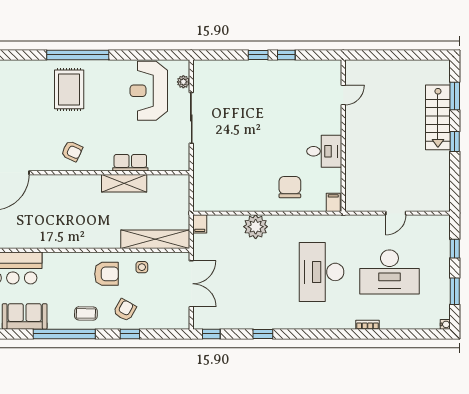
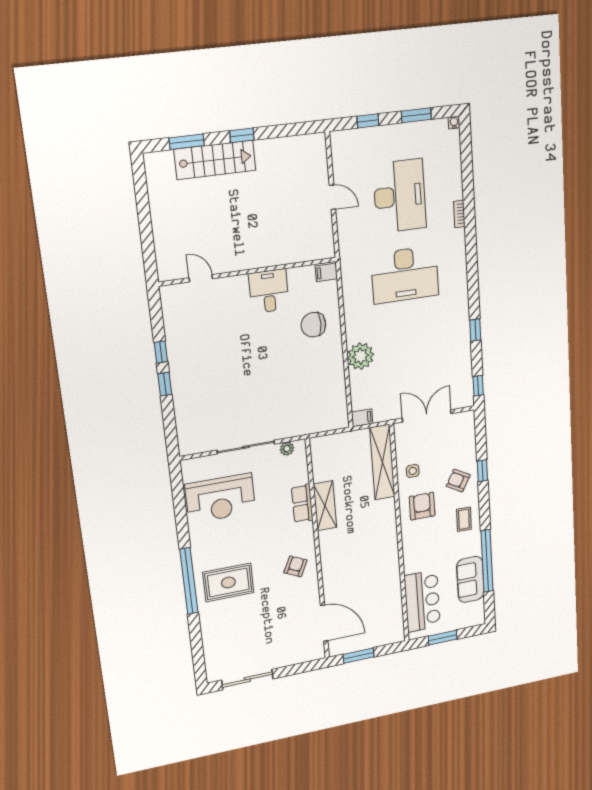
plant: (183, 82) -> (287, 449), moved
window: (64, 334) -> (487, 561), moved

